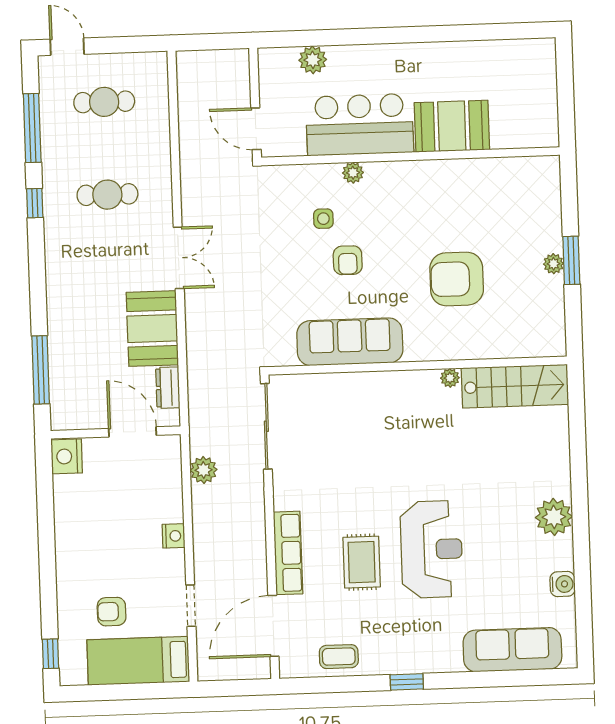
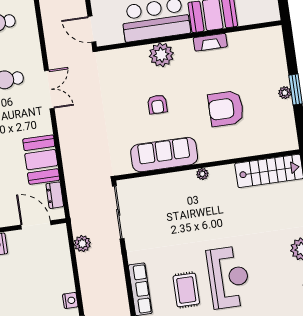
fireplace: (443, 170) -> (210, 42), added
plant: (353, 173) -> (161, 55), width x1.88, depth x1.88
side table: (323, 219) -> (140, 80), removed
double door: (179, 258) -> (49, 90), moved
plant: (450, 378) -> (202, 174), moved
nightstand: (174, 536) -> (70, 300), moved

